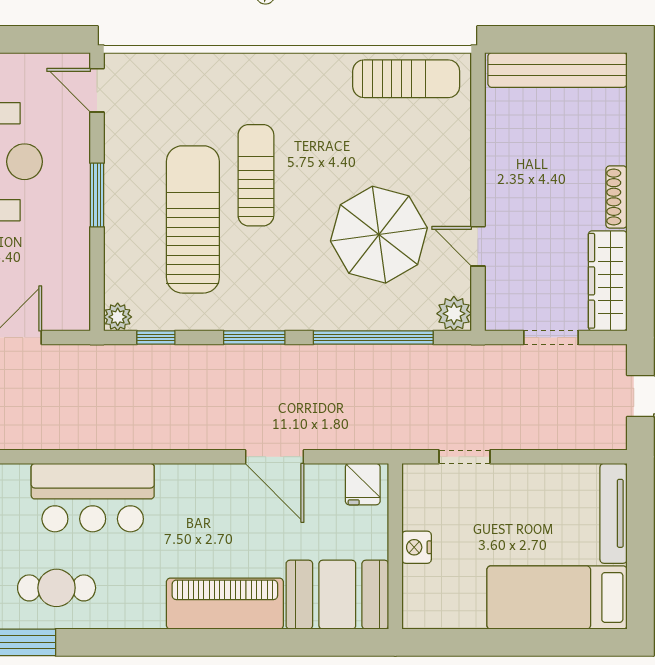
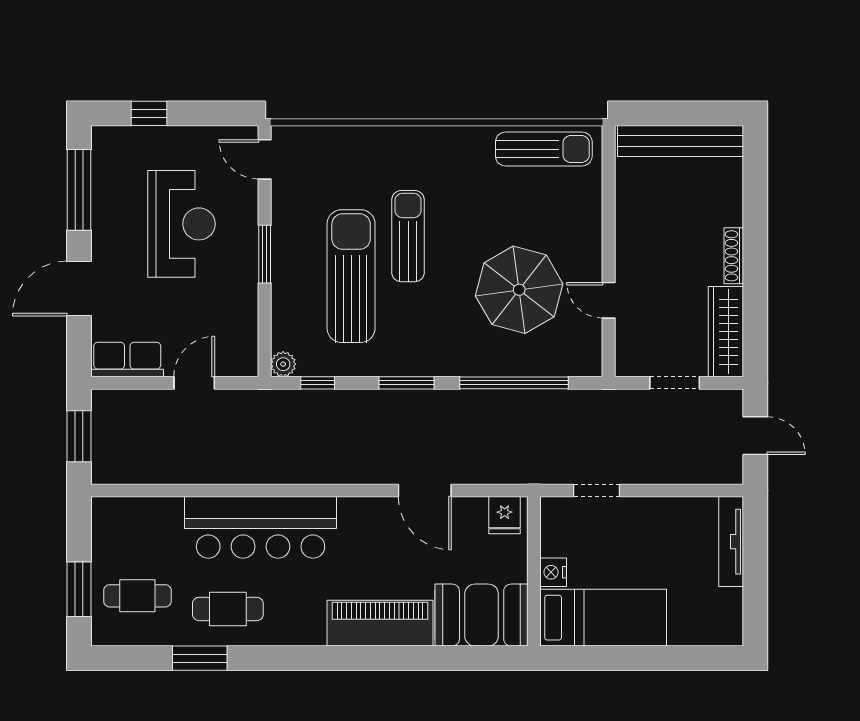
plant: (454, 314) -> (587, 361), removed
bar counter: (93, 498) -> (261, 527), width x1.36
bed: (557, 597) -> (603, 618), moved, turned 180

